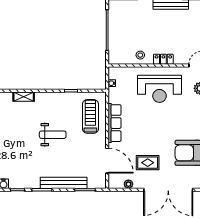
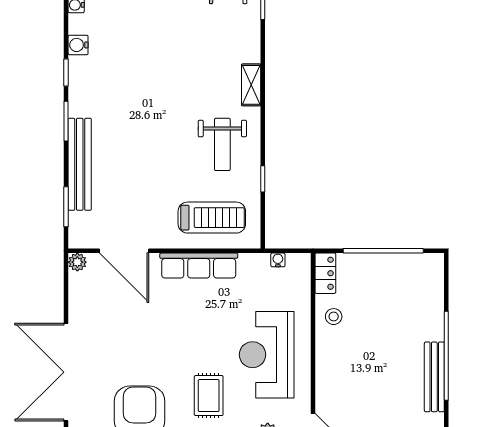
locker: (163, 59) -> (325, 273), moved
weight bench: (53, 135) -> (222, 144), moved
door: (107, 161) -> (124, 251), hinge flipped
rug: (148, 163) -> (209, 396), moved
plant: (128, 184) -> (77, 262), moved

